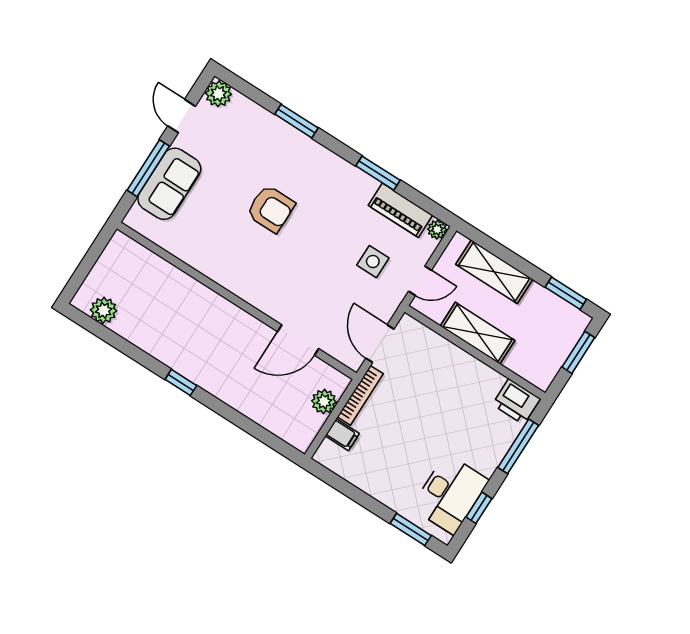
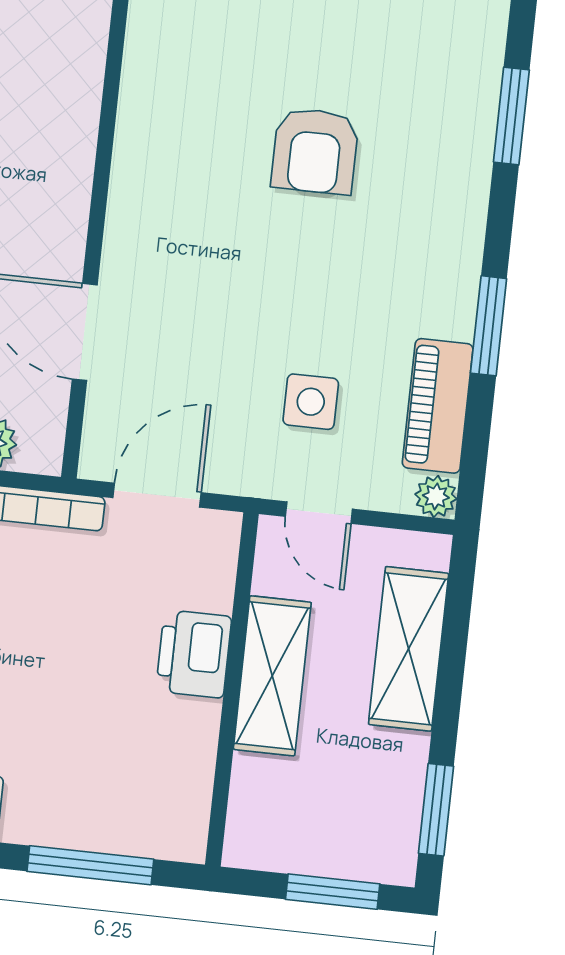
printer: (516, 402) -> (194, 654), moved

